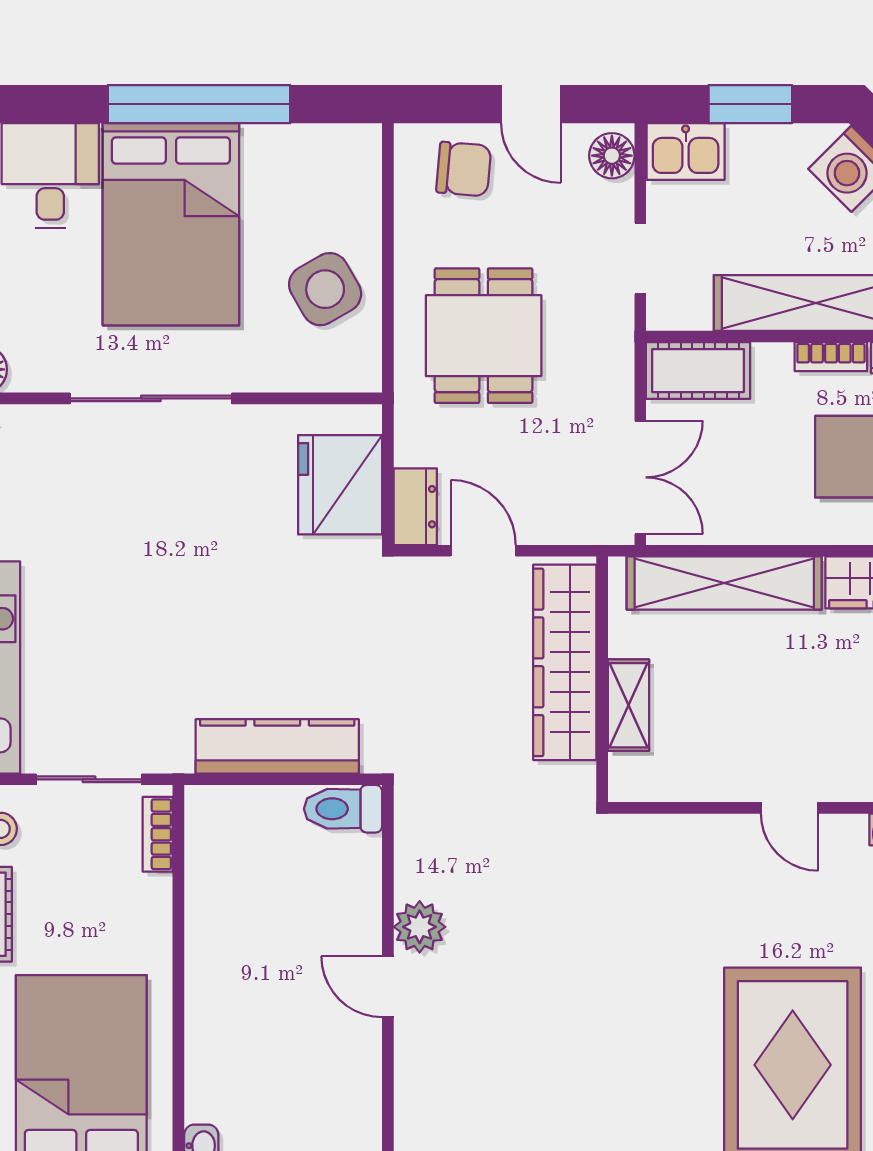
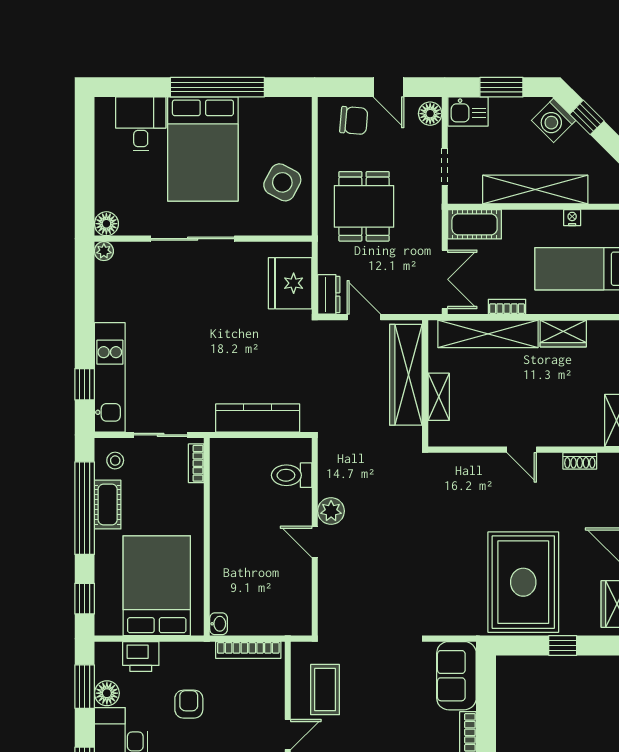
side table: (325, 289) -> (282, 182), turned -32
bookcase: (831, 357) -> (507, 307), moved, turned 180
toilet: (343, 809) -> (292, 475), moved

